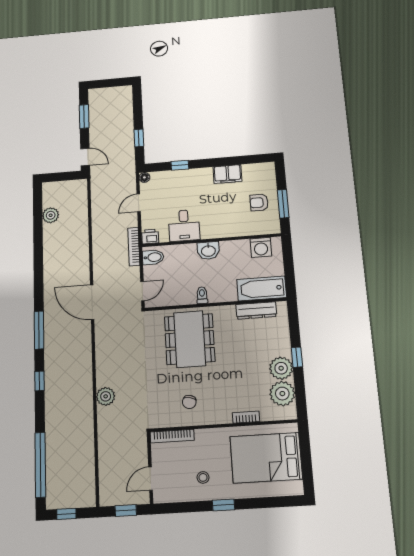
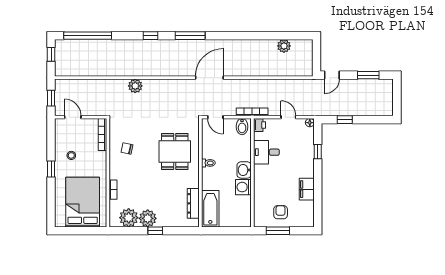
washing machine: (261, 247) -> (243, 187), moved
dining table: (190, 339) -> (175, 151), width x0.73

